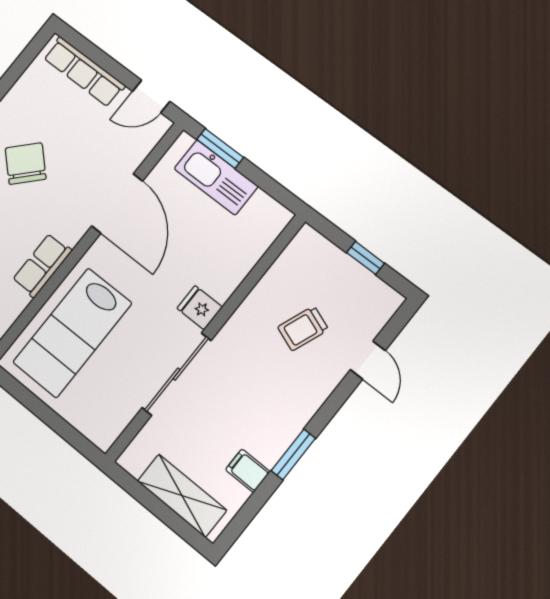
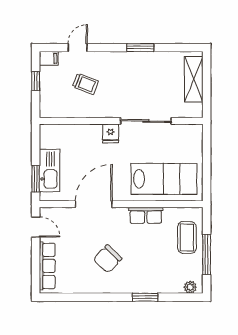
filing cabinet: (248, 471) -> (49, 58), moved, turned -90

